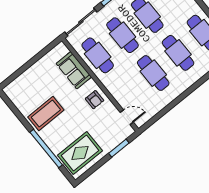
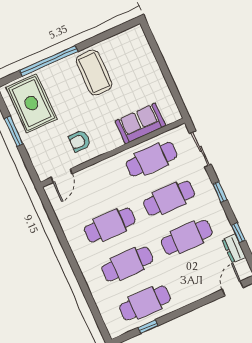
sliding door: (81, 22) -> (200, 149), width x0.73
armchair: (95, 100) -> (80, 141), moved
window: (119, 148) -> (14, 131), moved

